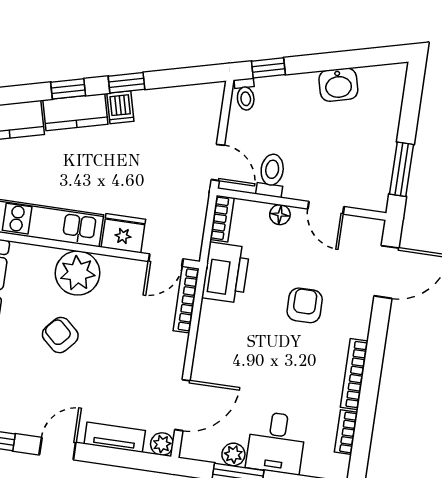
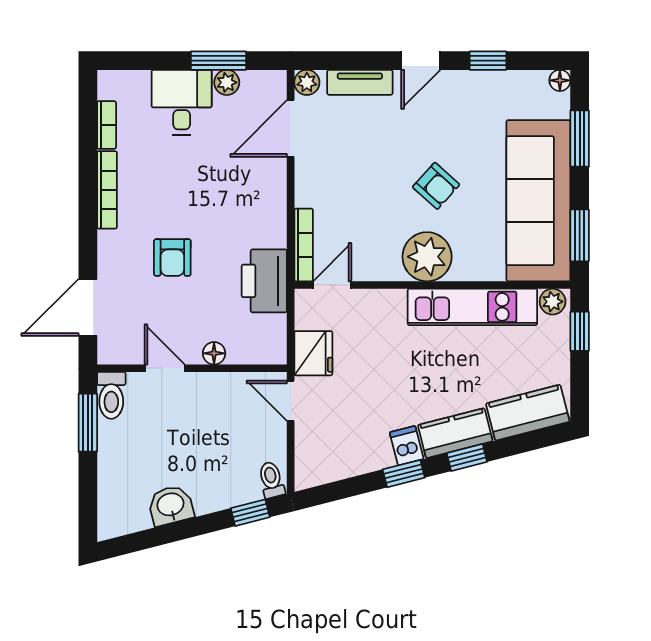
toilet: (271, 175) -> (111, 395), moved
bookcase: (222, 219) -> (277, 340), removed
fridge: (123, 233) -> (313, 353), moved, turned -90

